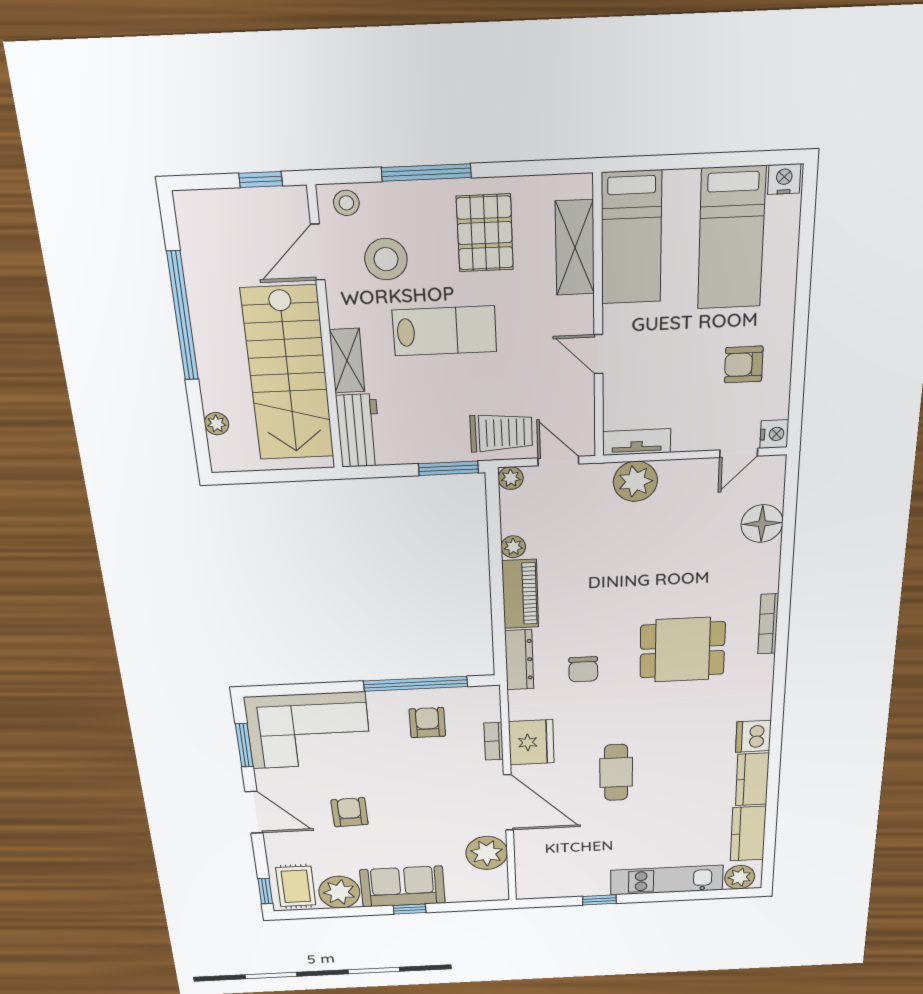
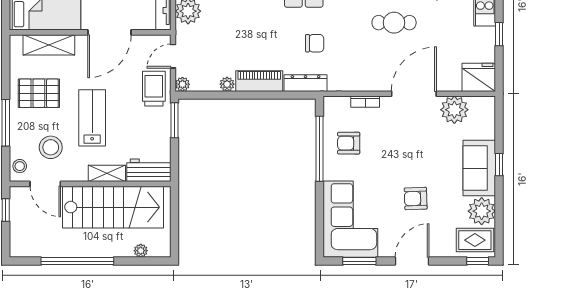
door: (598, 354) -> (109, 32), width x1.88
fridge: (531, 742) -> (479, 77), moved

